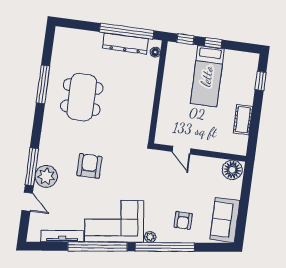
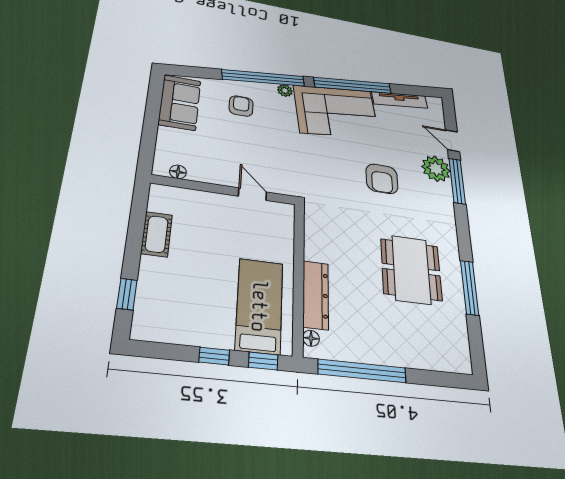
dresser: (125, 43) -> (316, 295), moved, turned 90
bed: (207, 76) -> (259, 306), moved
floor lamp: (232, 170) -> (178, 172), width x0.53, depth x0.53

